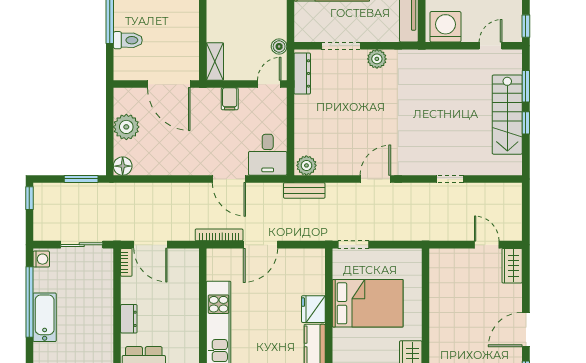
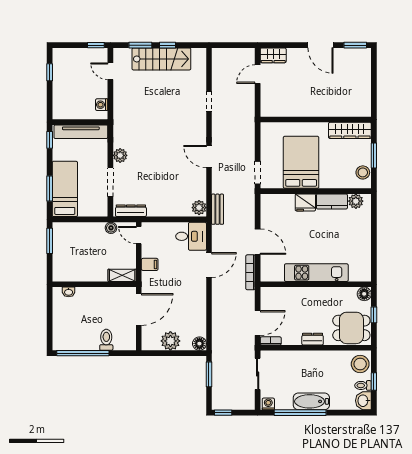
washing machine: (446, 27) -> (102, 105), width x0.53, depth x0.53

